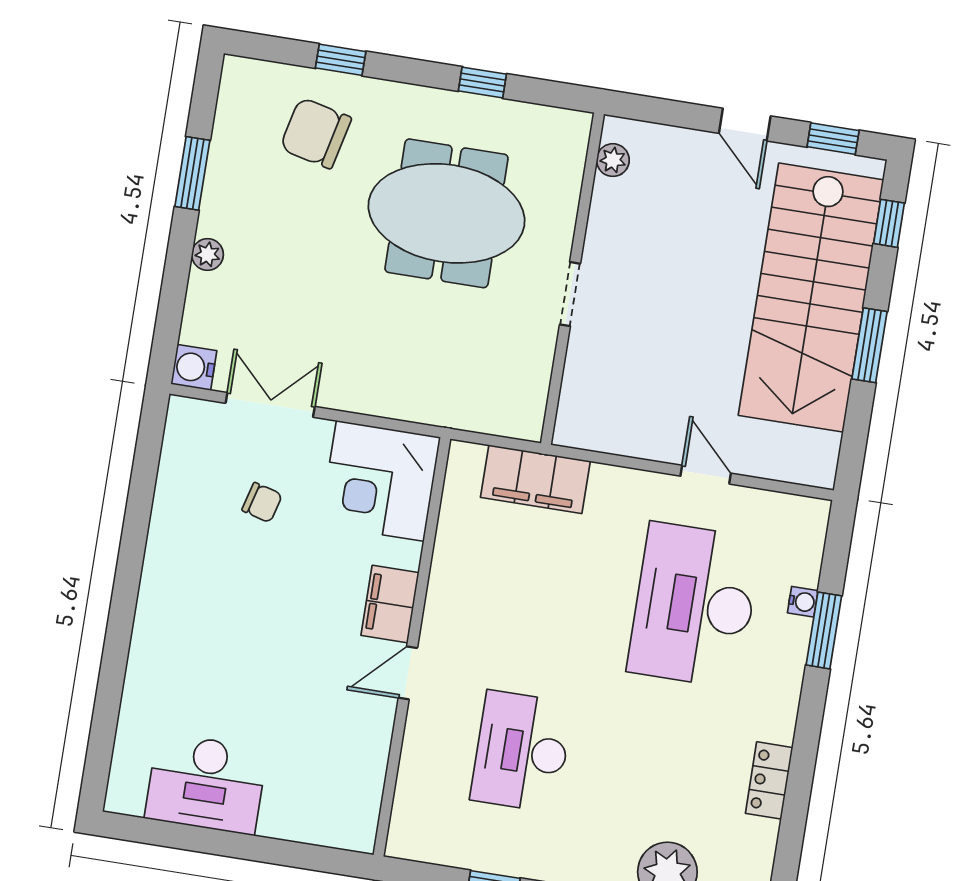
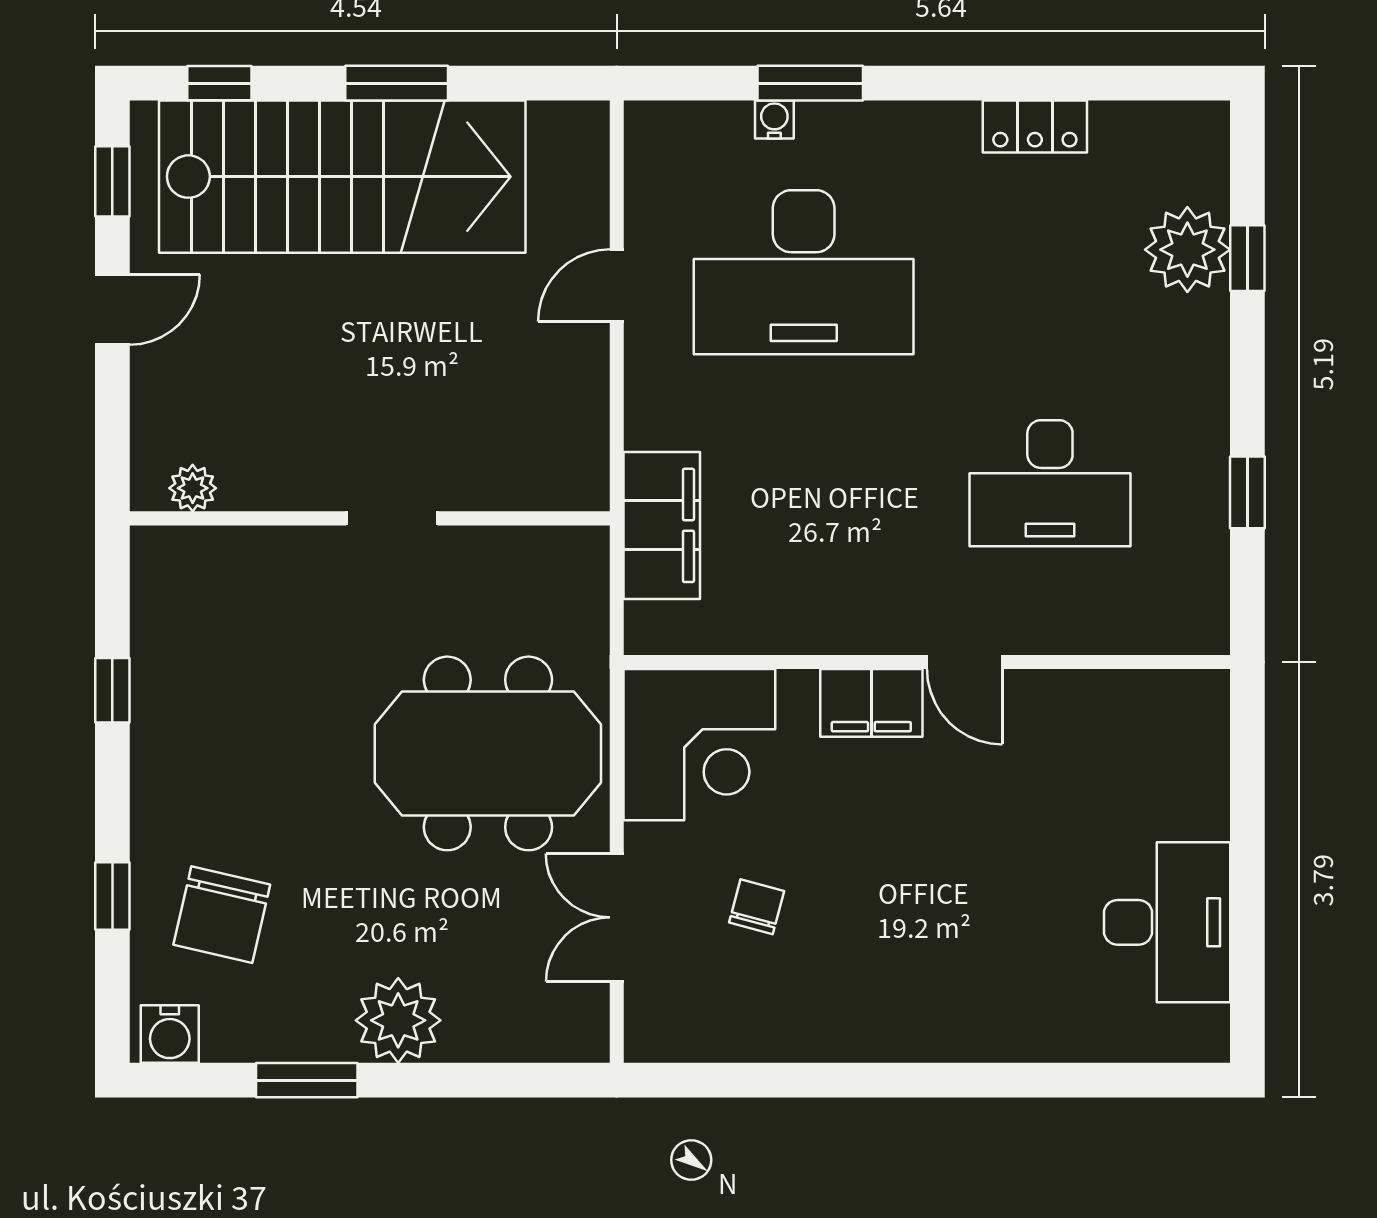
meeting table: (447, 213) -> (488, 753), moved, turned 90
plant: (208, 254) -> (398, 1020), width x1.88, depth x1.88
water cooler: (194, 367) -> (170, 1034), moved

